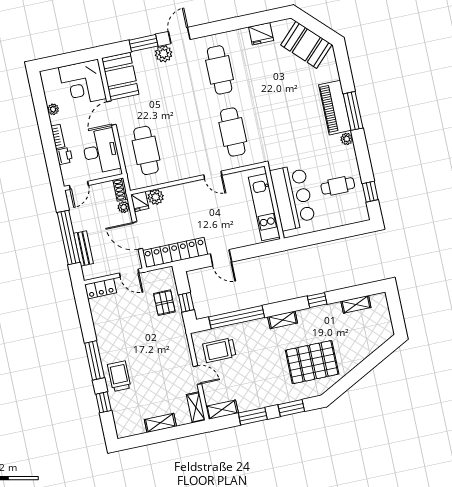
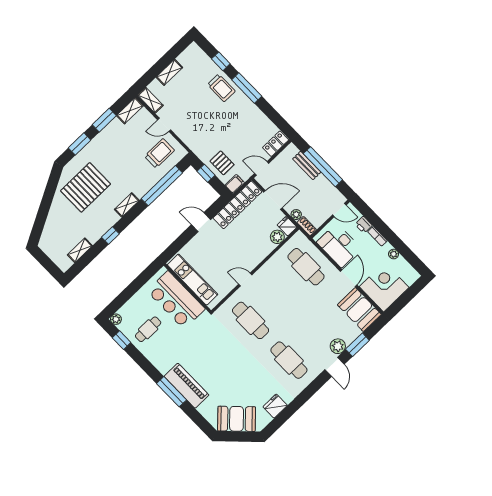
plant: (347, 139) -> (116, 319), moved
door: (79, 185) -> (339, 210), swing flipped
filing cabinet: (165, 274) -> (235, 184), added

